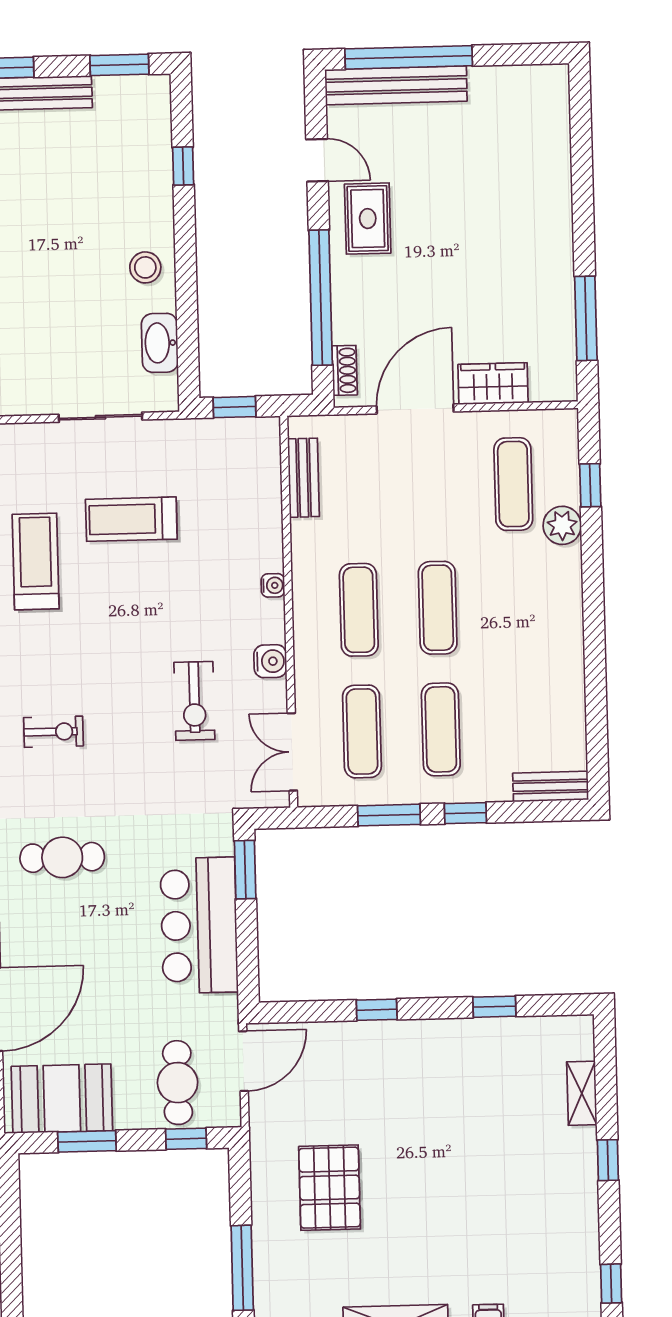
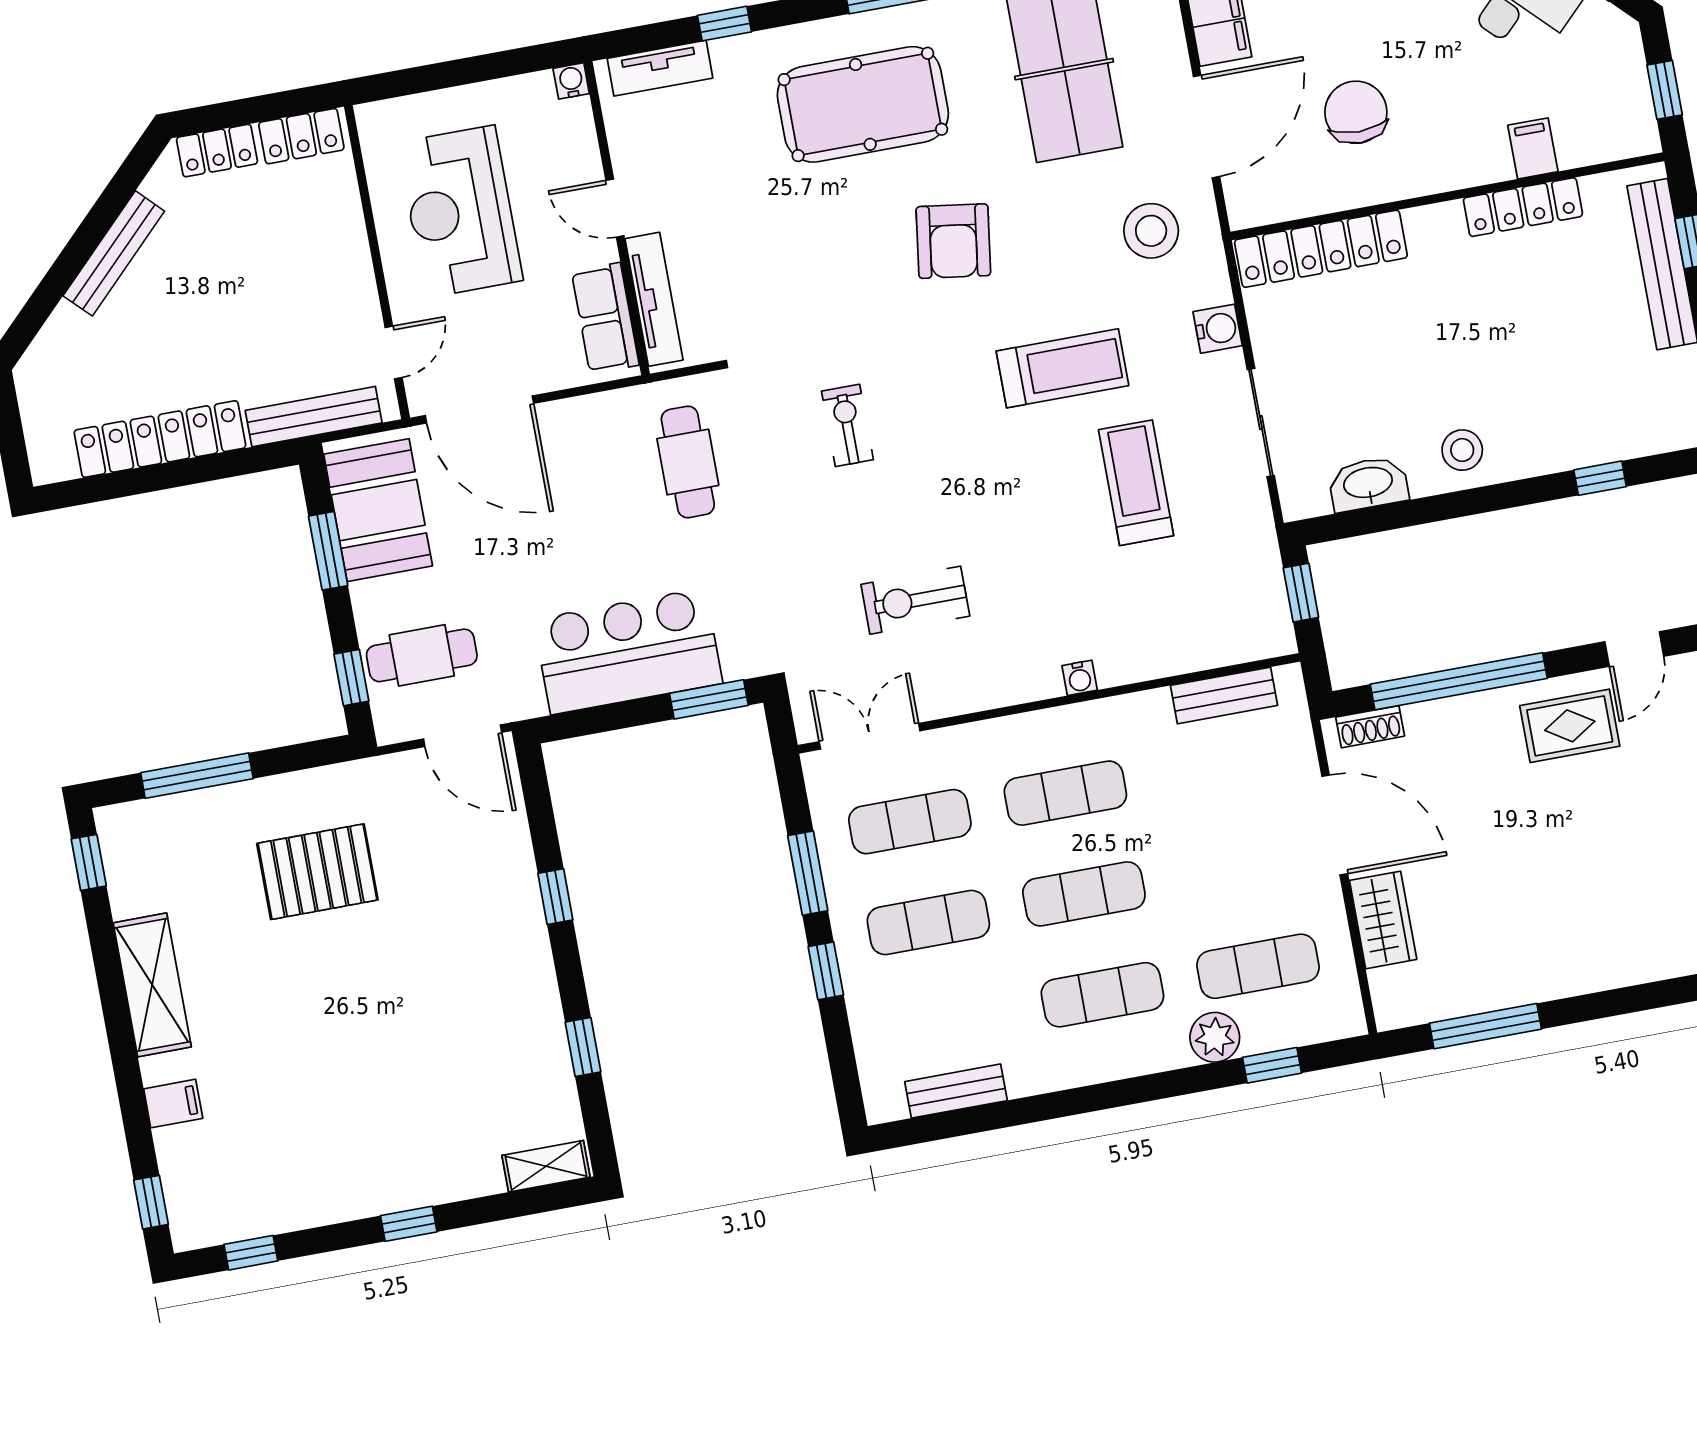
exercise mat: (516, 606) -> (1102, 995), added
water cooler: (270, 661) -> (1218, 329), moved, turned -90
exercise bike: (53, 732) -> (847, 425), turned 180
bench: (551, 787) -> (956, 1091), moved, turned 90
shelving: (582, 1093) -> (546, 1166), moved

